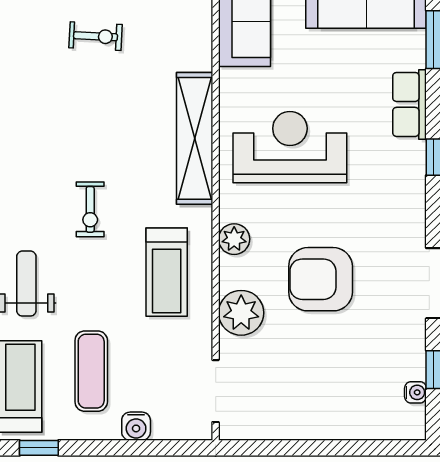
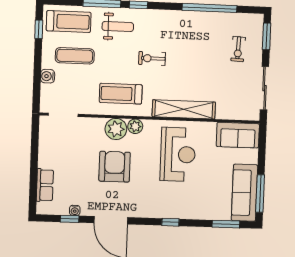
exercise bike: (96, 36) -> (238, 49), moved
row of seats: (410, 104) -> (45, 185), moved, turned 90
plant: (241, 313) -> (116, 129), moved
water cooler: (415, 392) -> (75, 210), moved

